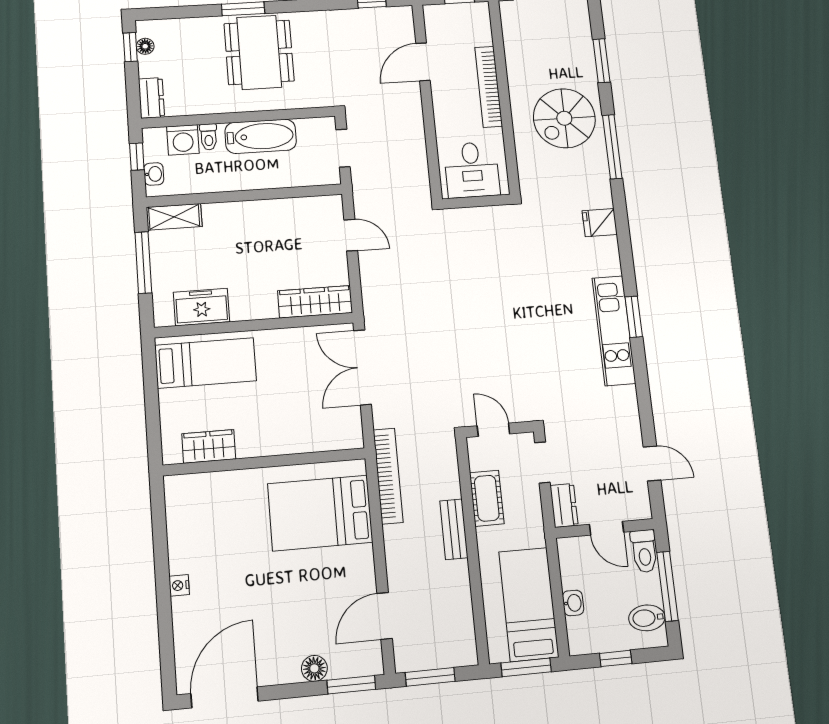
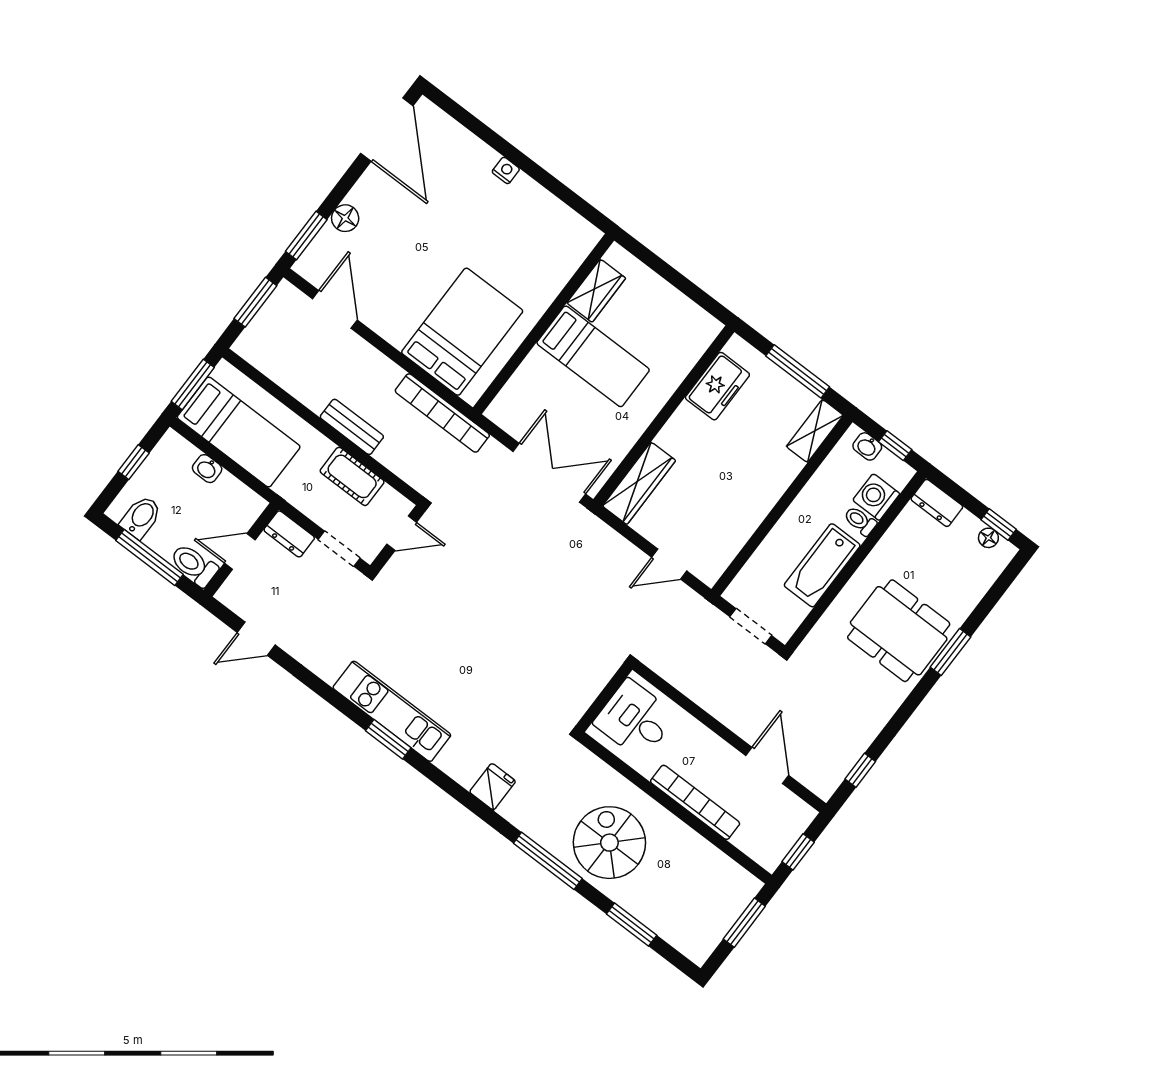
bed: (206, 363) -> (593, 356), moved, turned -90

